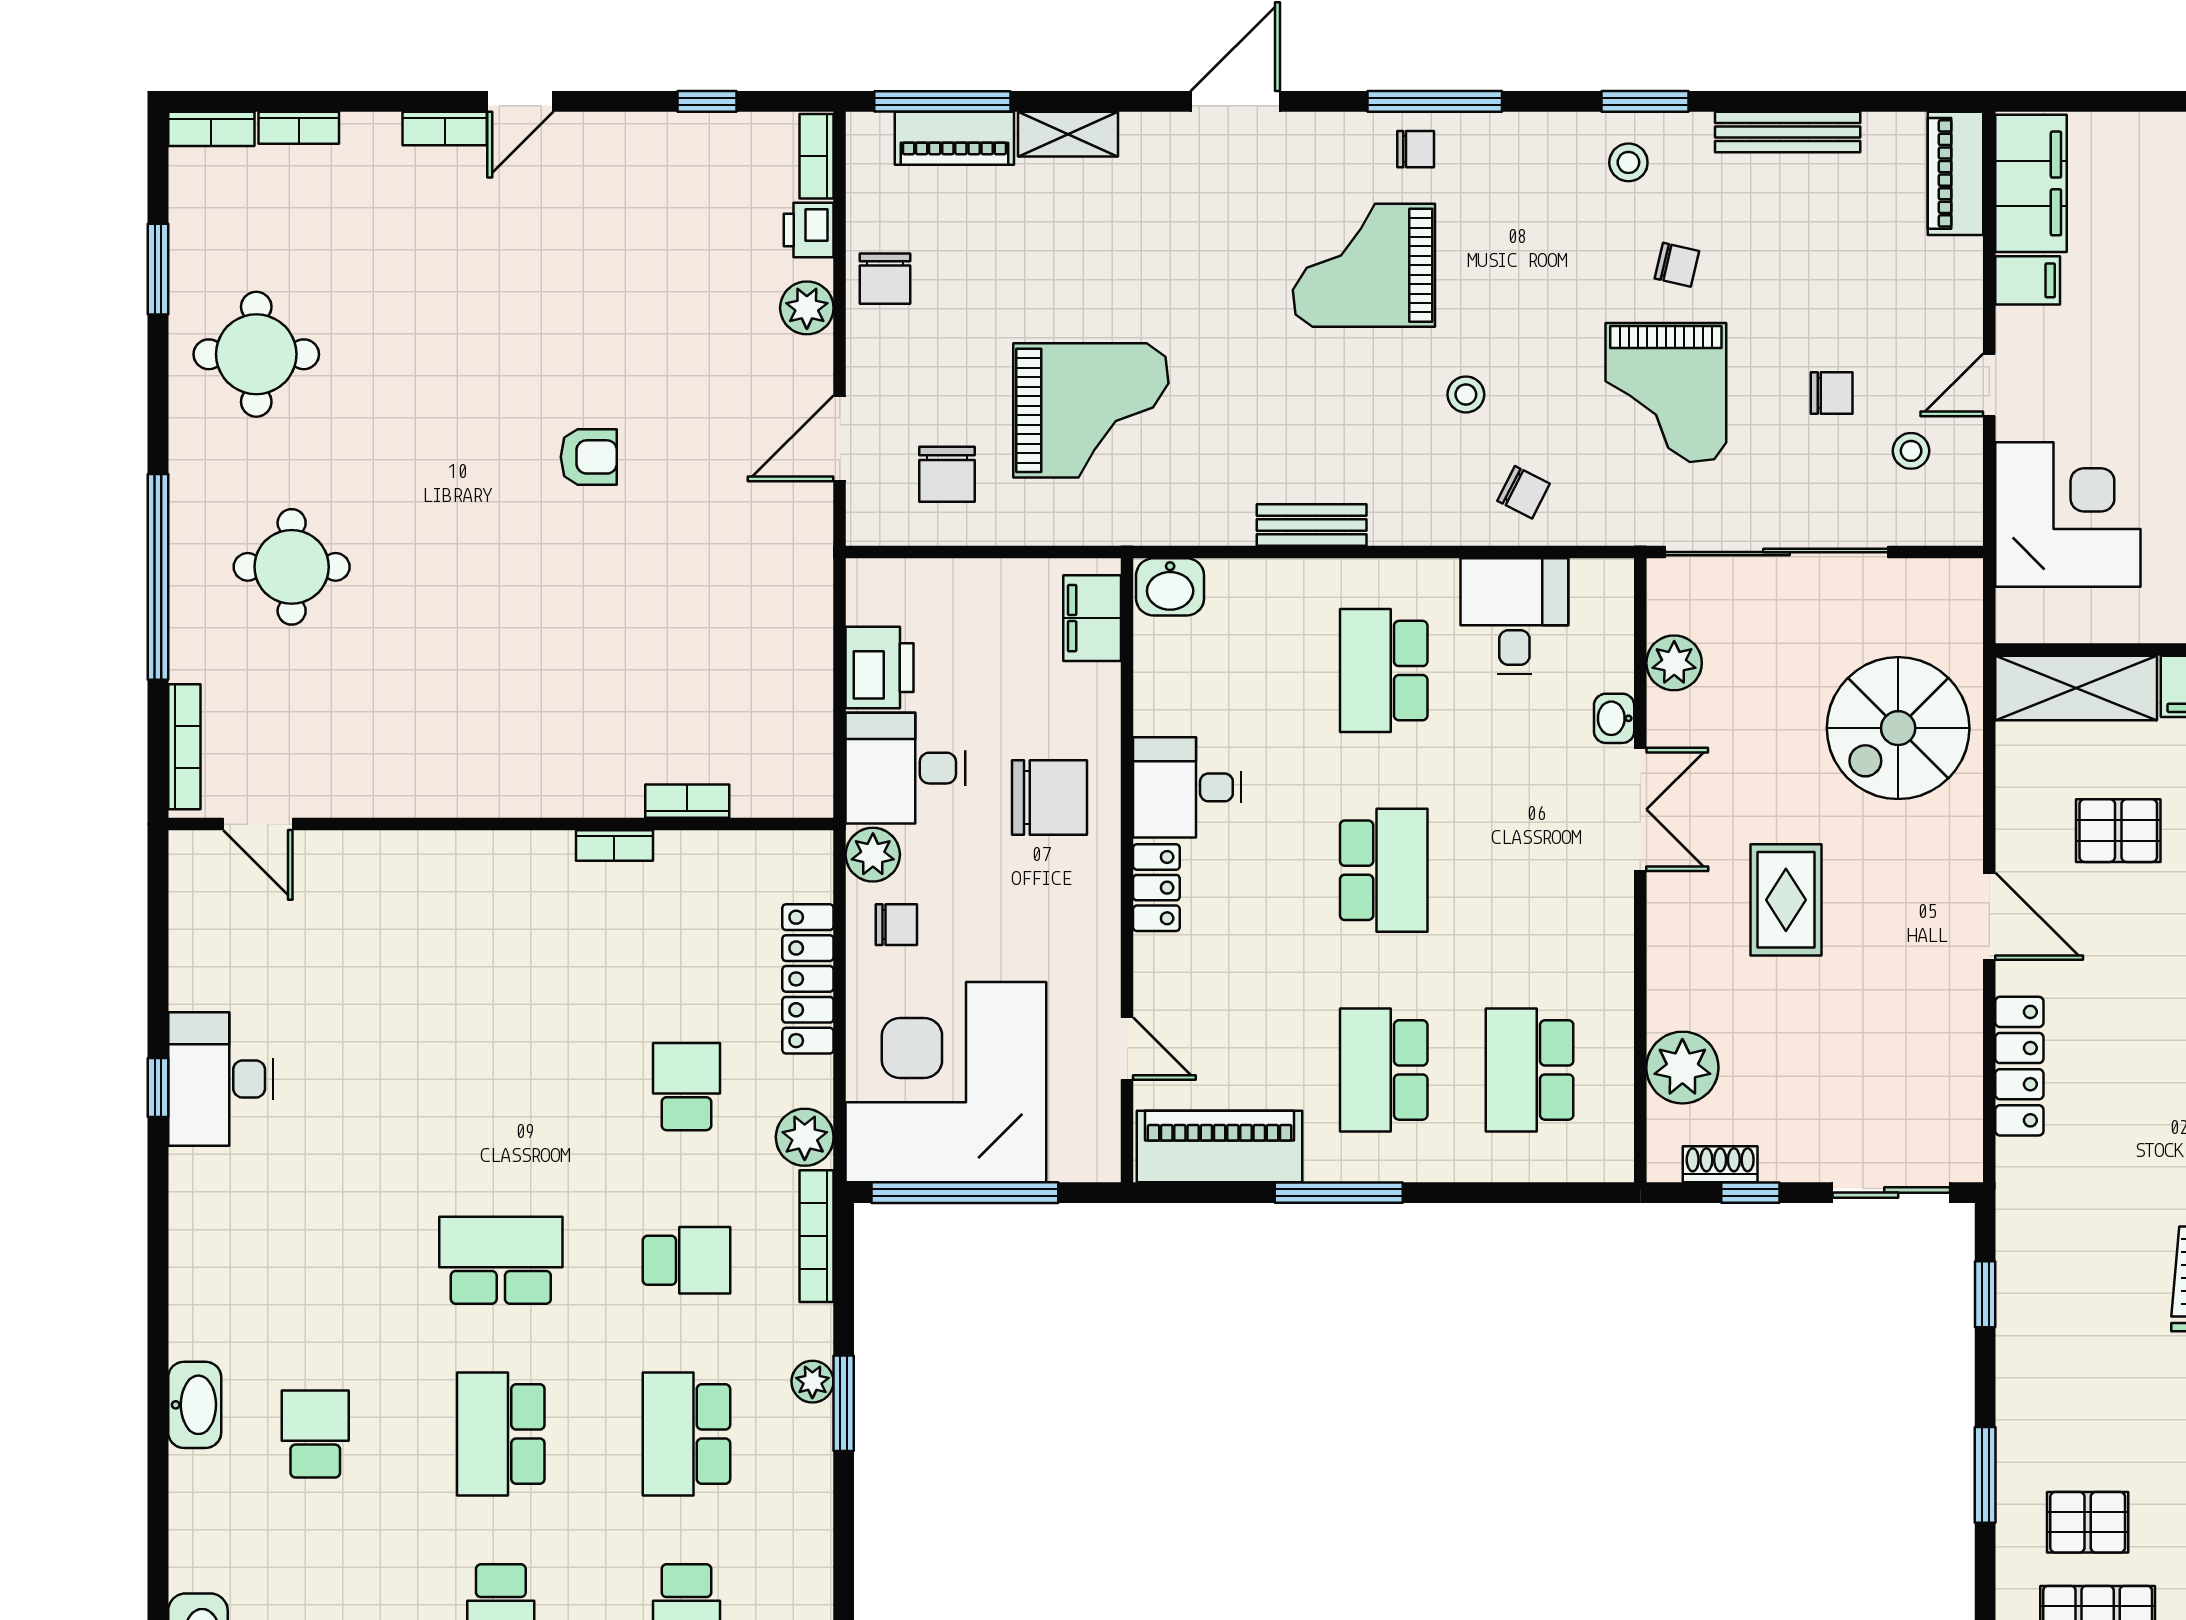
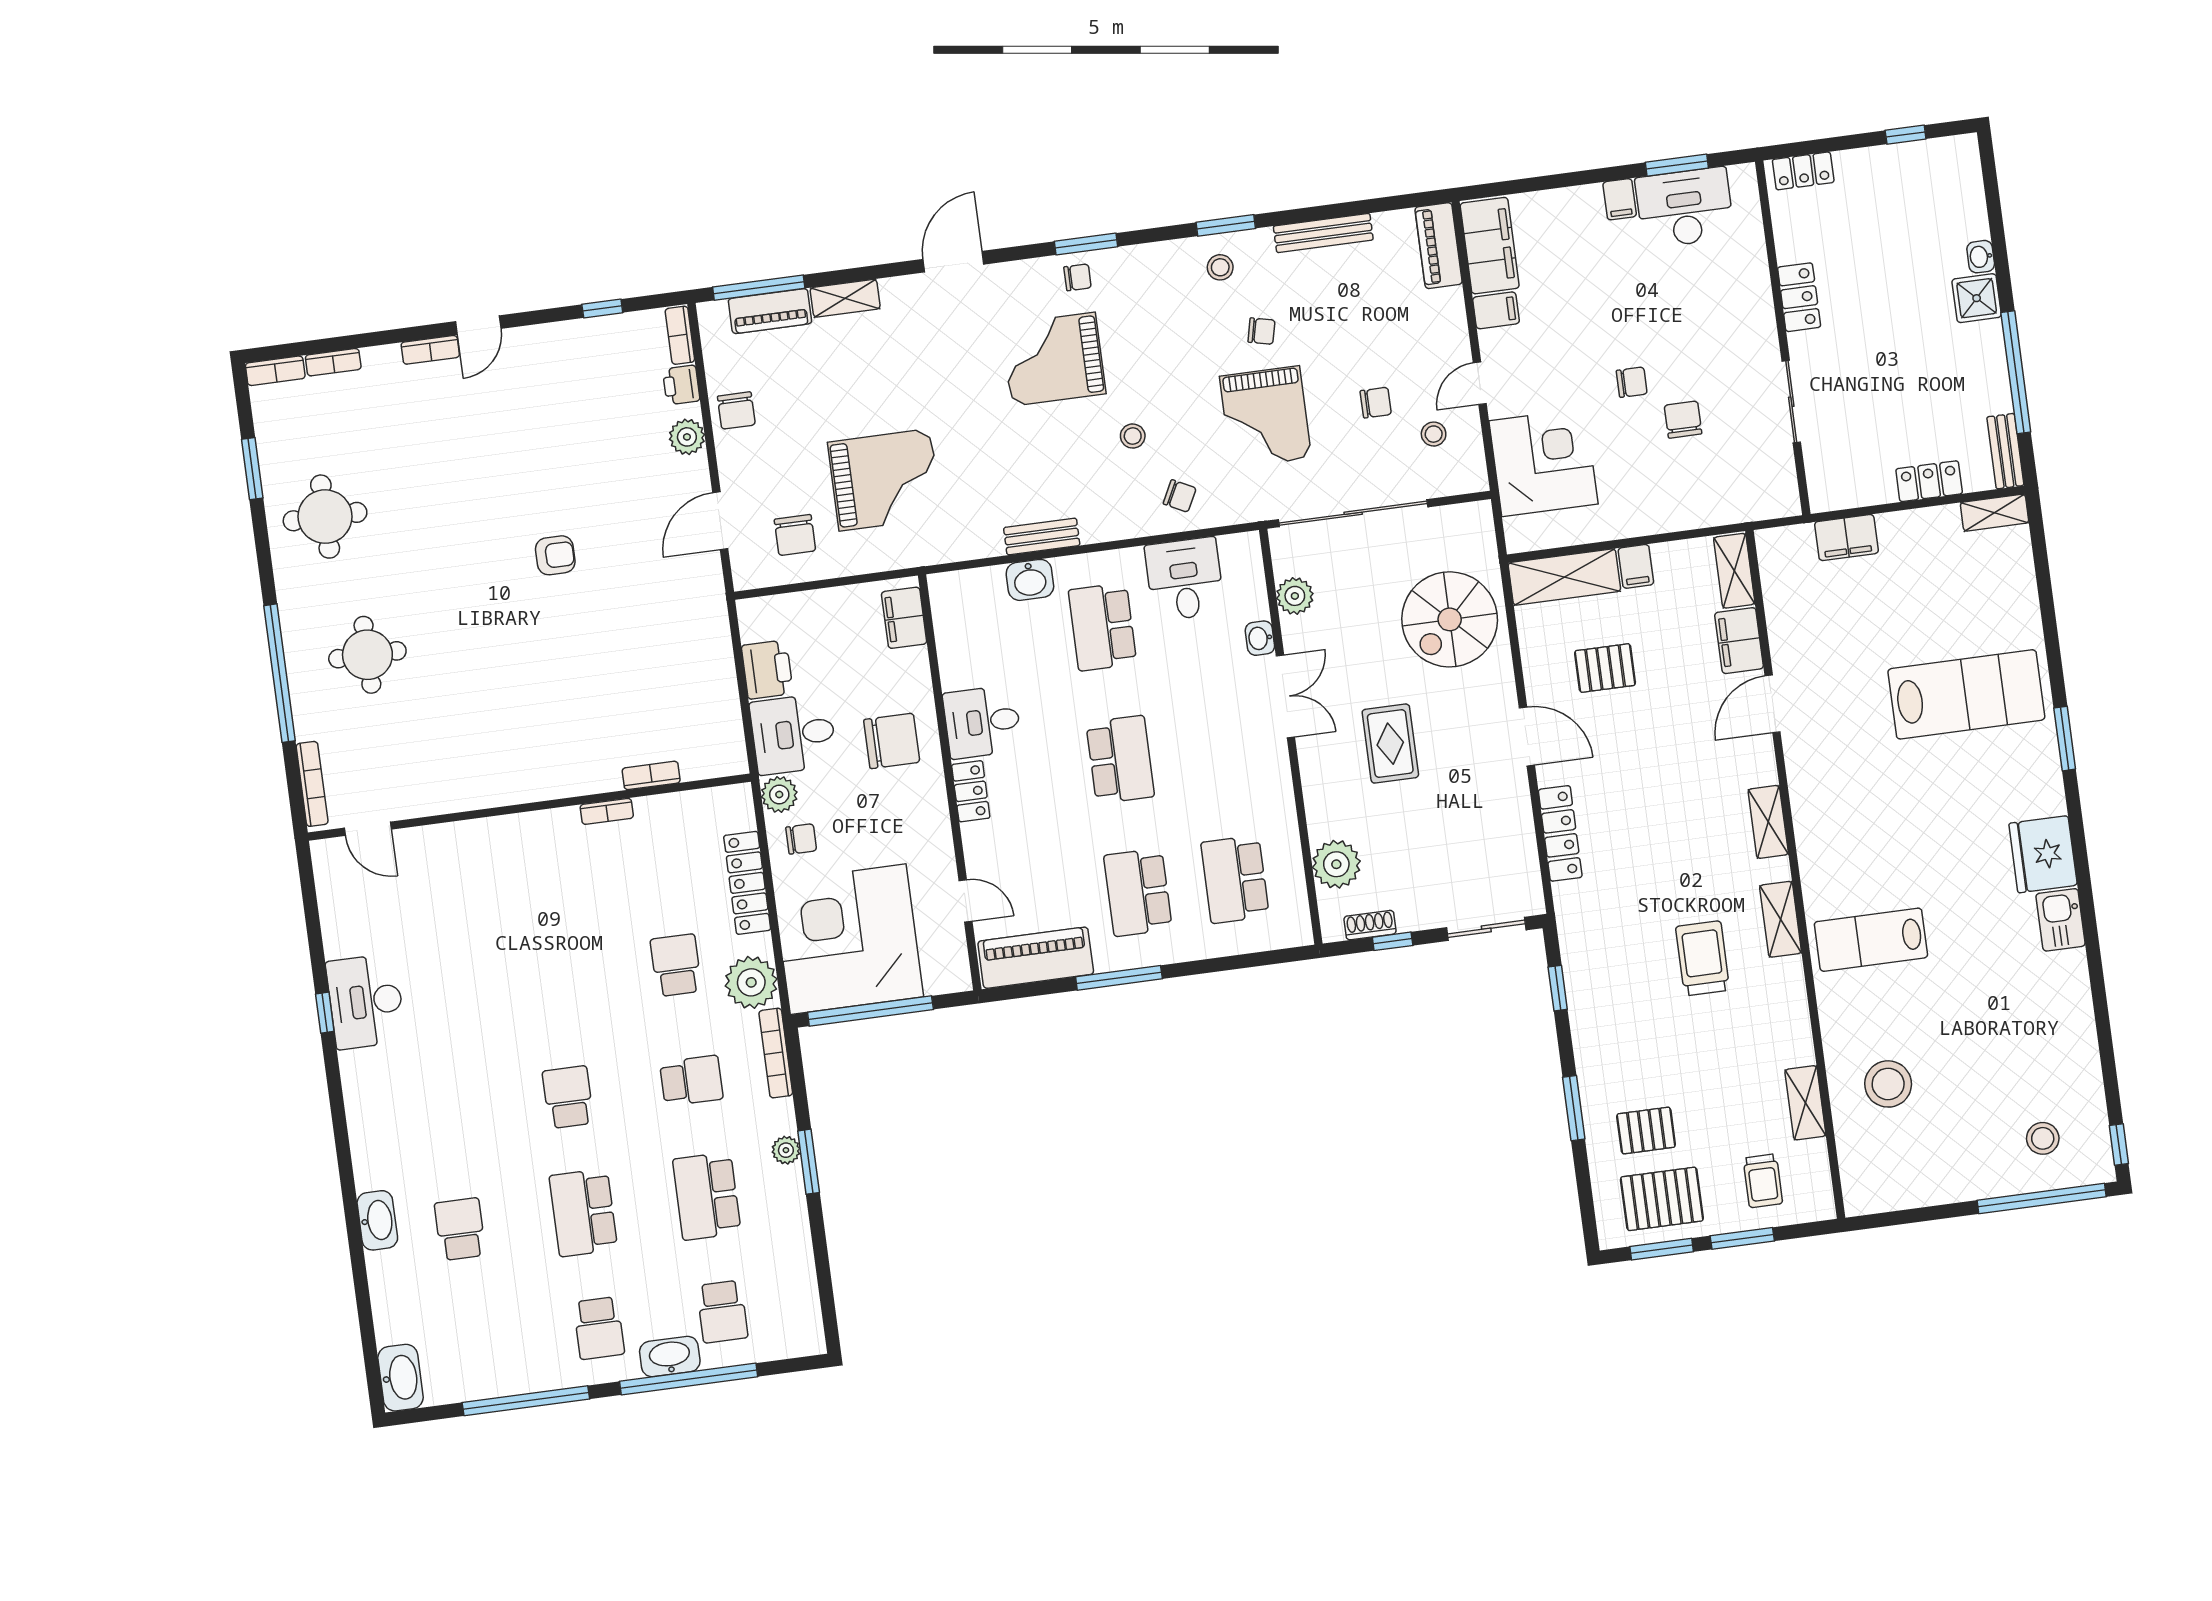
window: (1435, 101) -> (1086, 244), width x0.69
washbasin: (1170, 587) -> (1030, 580), moved
plant: (805, 1137) -> (751, 982), width x1.36, depth x1.36
school desk: (501, 1260) -> (568, 1097), width x0.54

